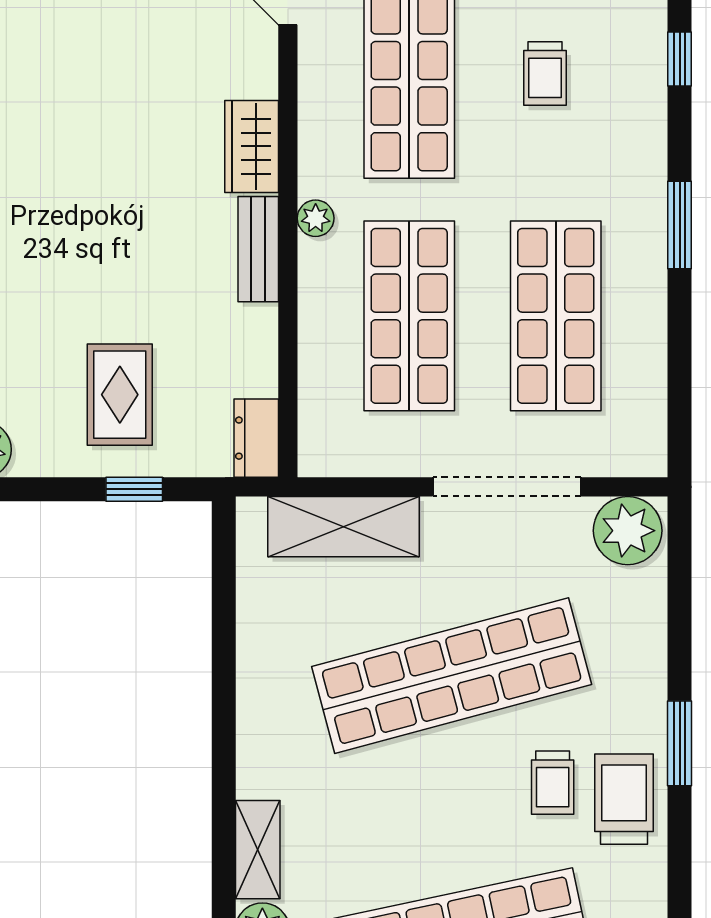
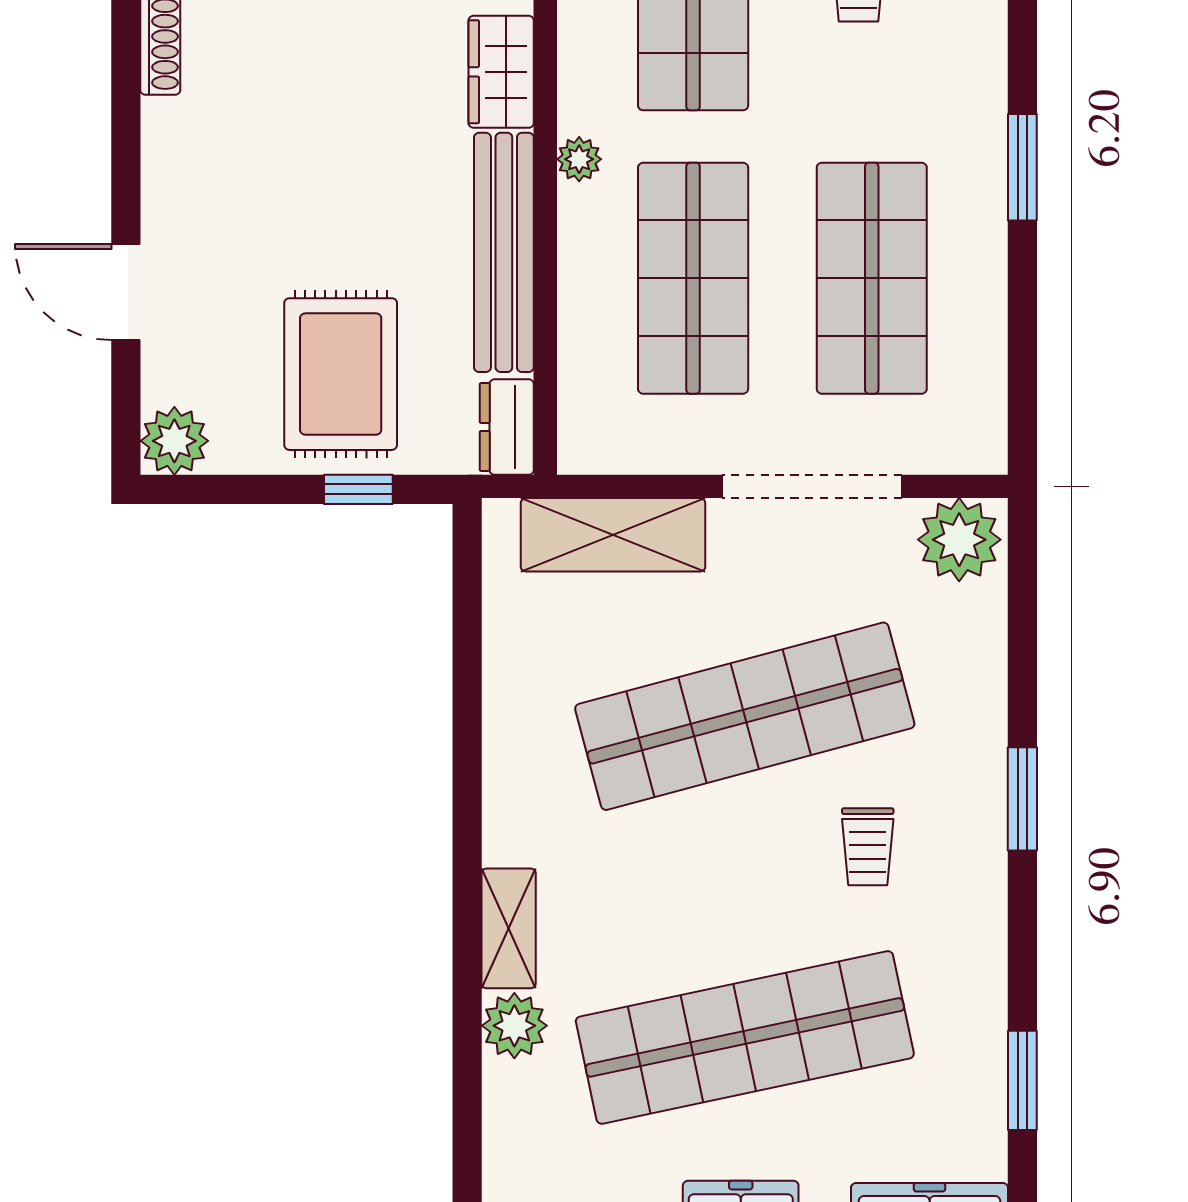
bench: (258, 249) -> (504, 252), width x1.86, depth x1.21
rug: (120, 395) -> (341, 374), width x1.36, depth x1.43
trolley: (624, 799) -> (955, 867), removed

